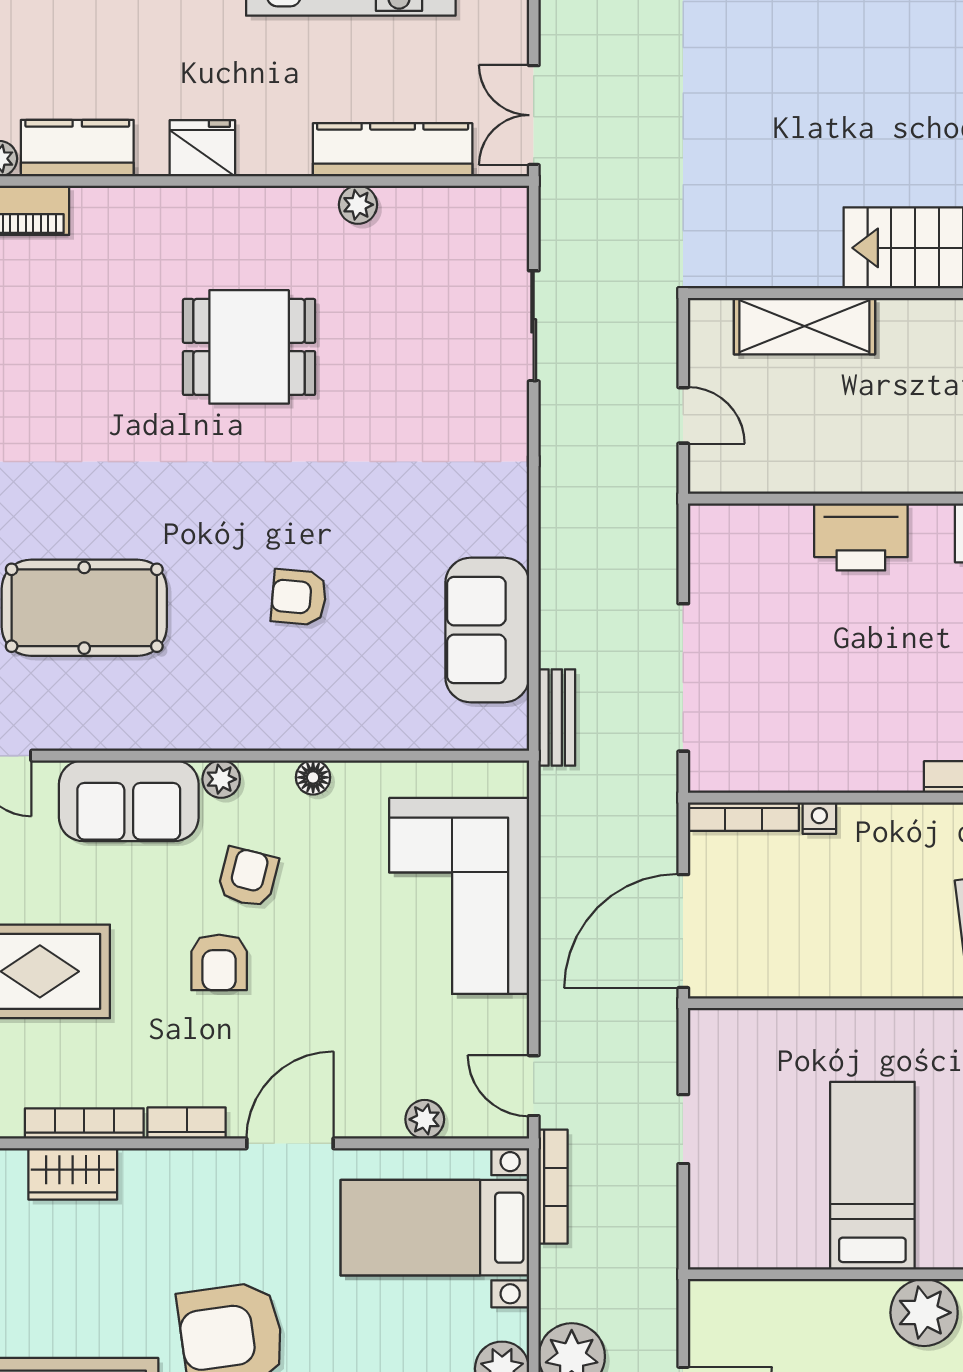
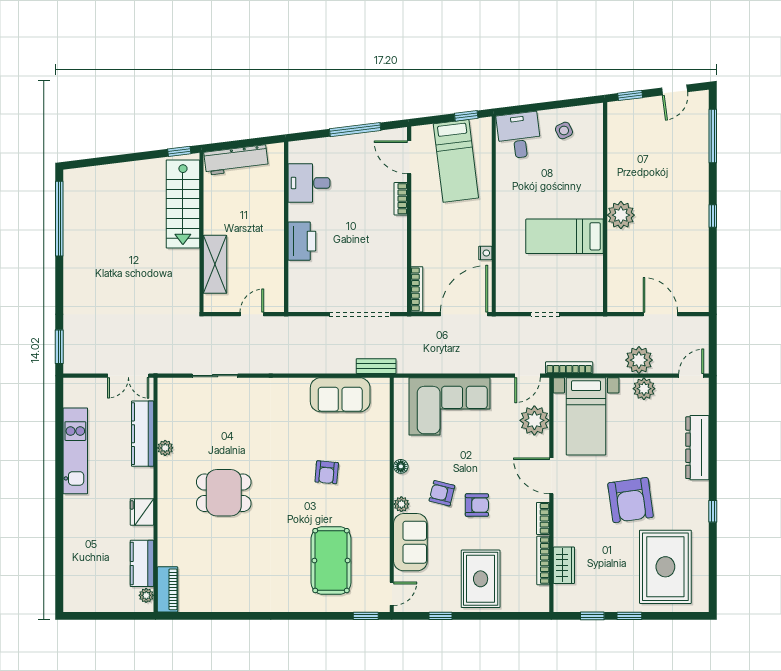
dining table: (249, 347) -> (224, 493), turned 90
nightstand: (819, 818) -> (485, 253), moved, turned 180
door: (683, 931) -> (464, 314), swing flipped
plant: (425, 1119) -> (534, 420), width x1.88, depth x1.88

